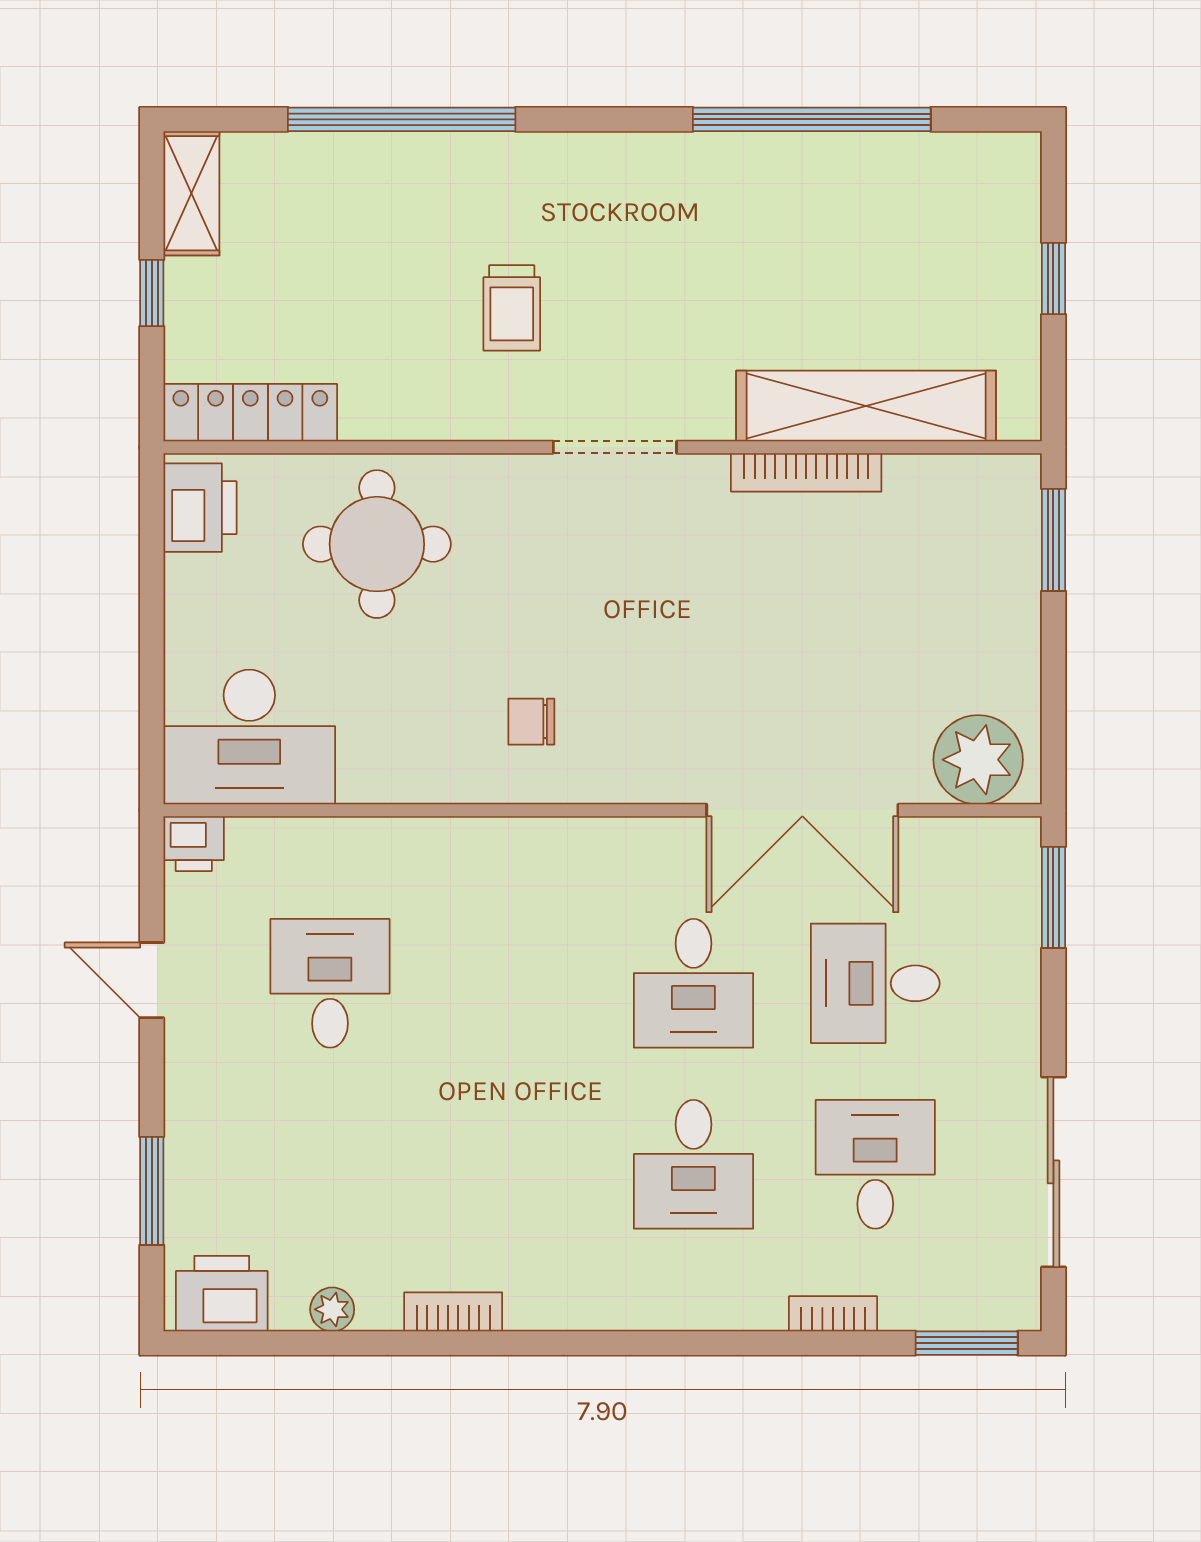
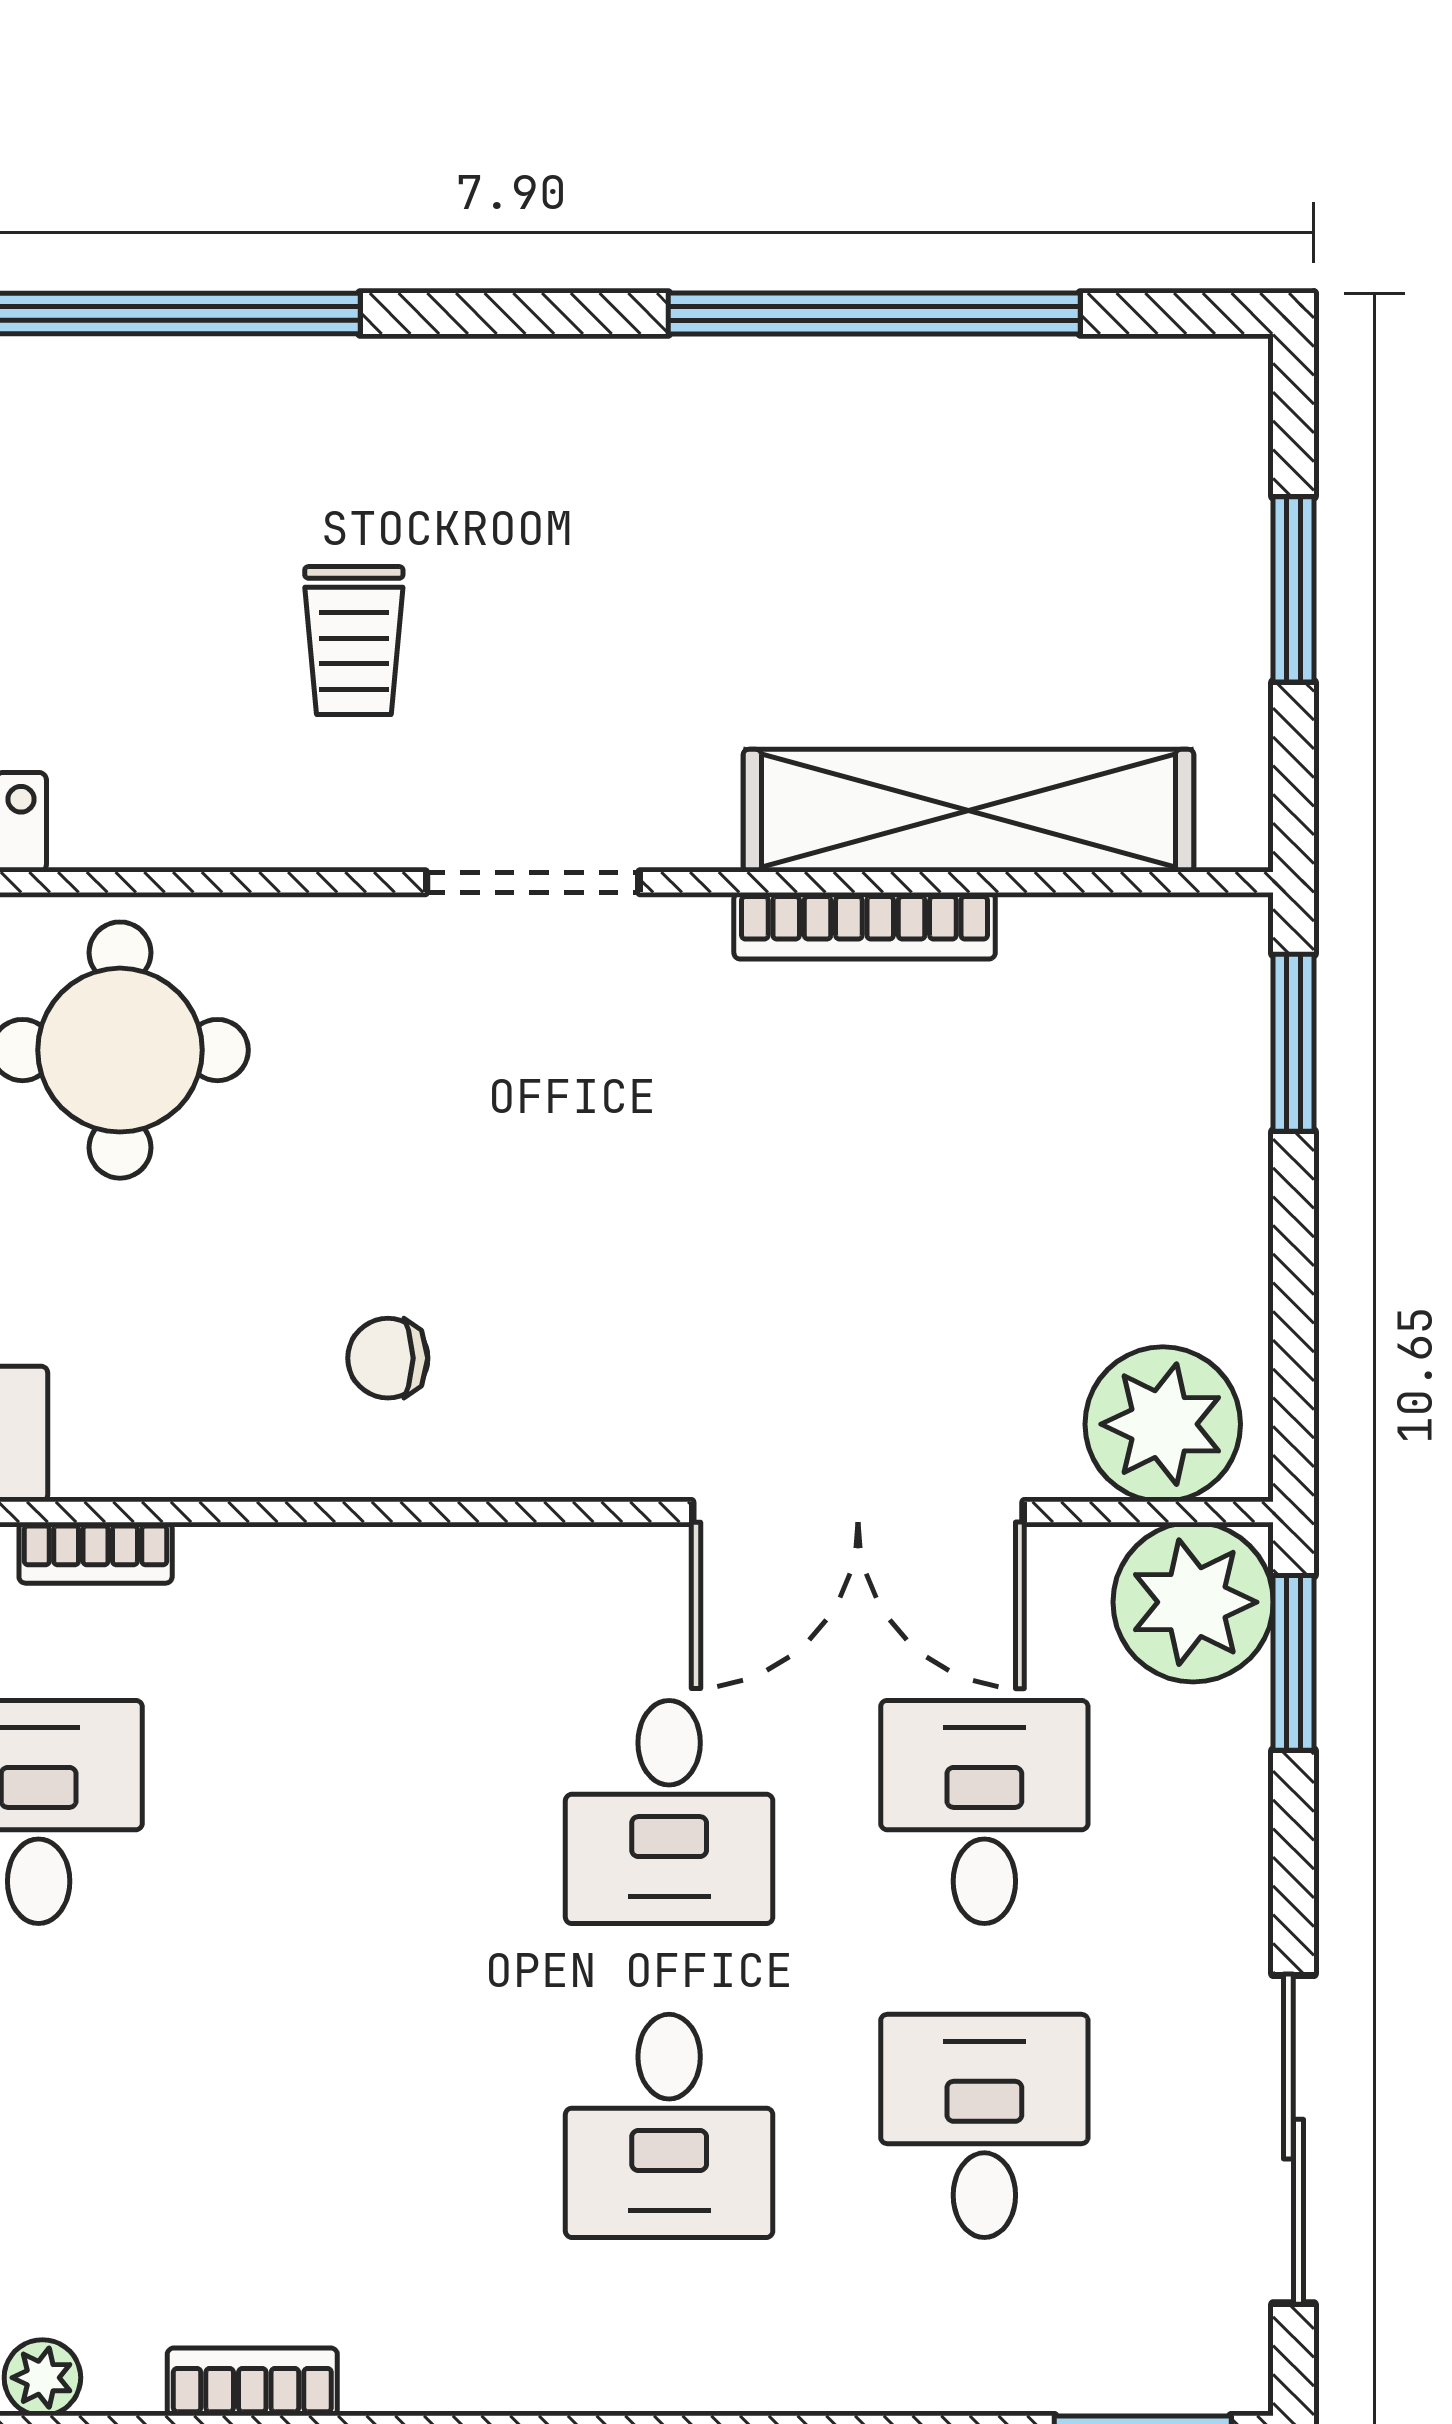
window: (1053, 278) -> (1293, 589), width x1.50
plant: (996, 862) -> (1193, 1602), added
desk: (875, 983) -> (984, 1812), turned 90
bookcase: (833, 1314) -> (96, 1553), moved, turned 180

